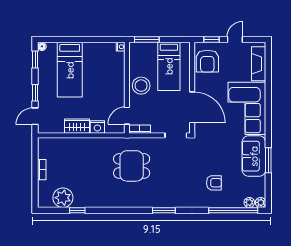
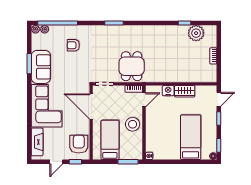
dining table: (132, 166) -> (132, 66), moved, turned 90

